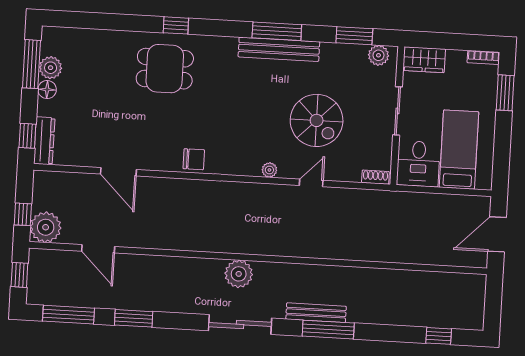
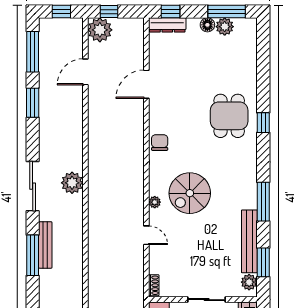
bench: (279, 49) -> (249, 241), moved
spiral stairs: (317, 120) -> (190, 193), moved
chair: (194, 159) -> (160, 143), turned 180

